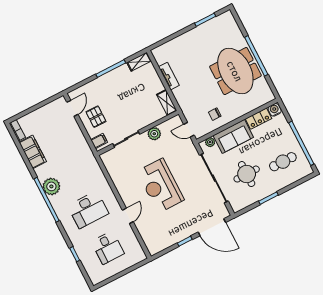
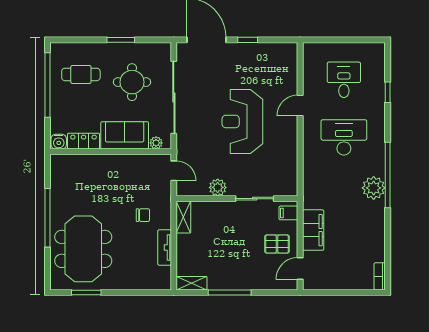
meeting table: (235, 71) -> (83, 249), moved
chair: (215, 114) -> (143, 215), moved
pallet: (96, 117) -> (277, 244), turned 90
filing cabinet: (33, 152) -> (313, 230), moved, turned 180
reception desk: (160, 186) -> (242, 121), turned 180

